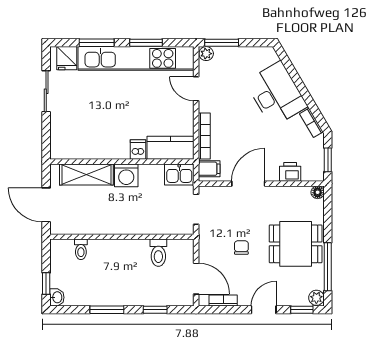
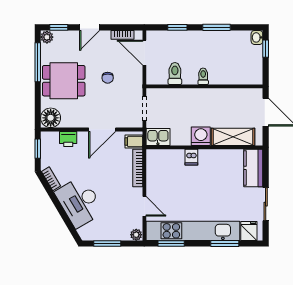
window: (146, 43) -> (171, 243), moved
window: (222, 43) -> (107, 243), moved
kitchen counter: (171, 148) -> (253, 168), moved, turned 90
floor lamp: (318, 192) -> (51, 118), width x1.89, depth x1.89
toilet: (81, 249) -> (203, 76), moved

